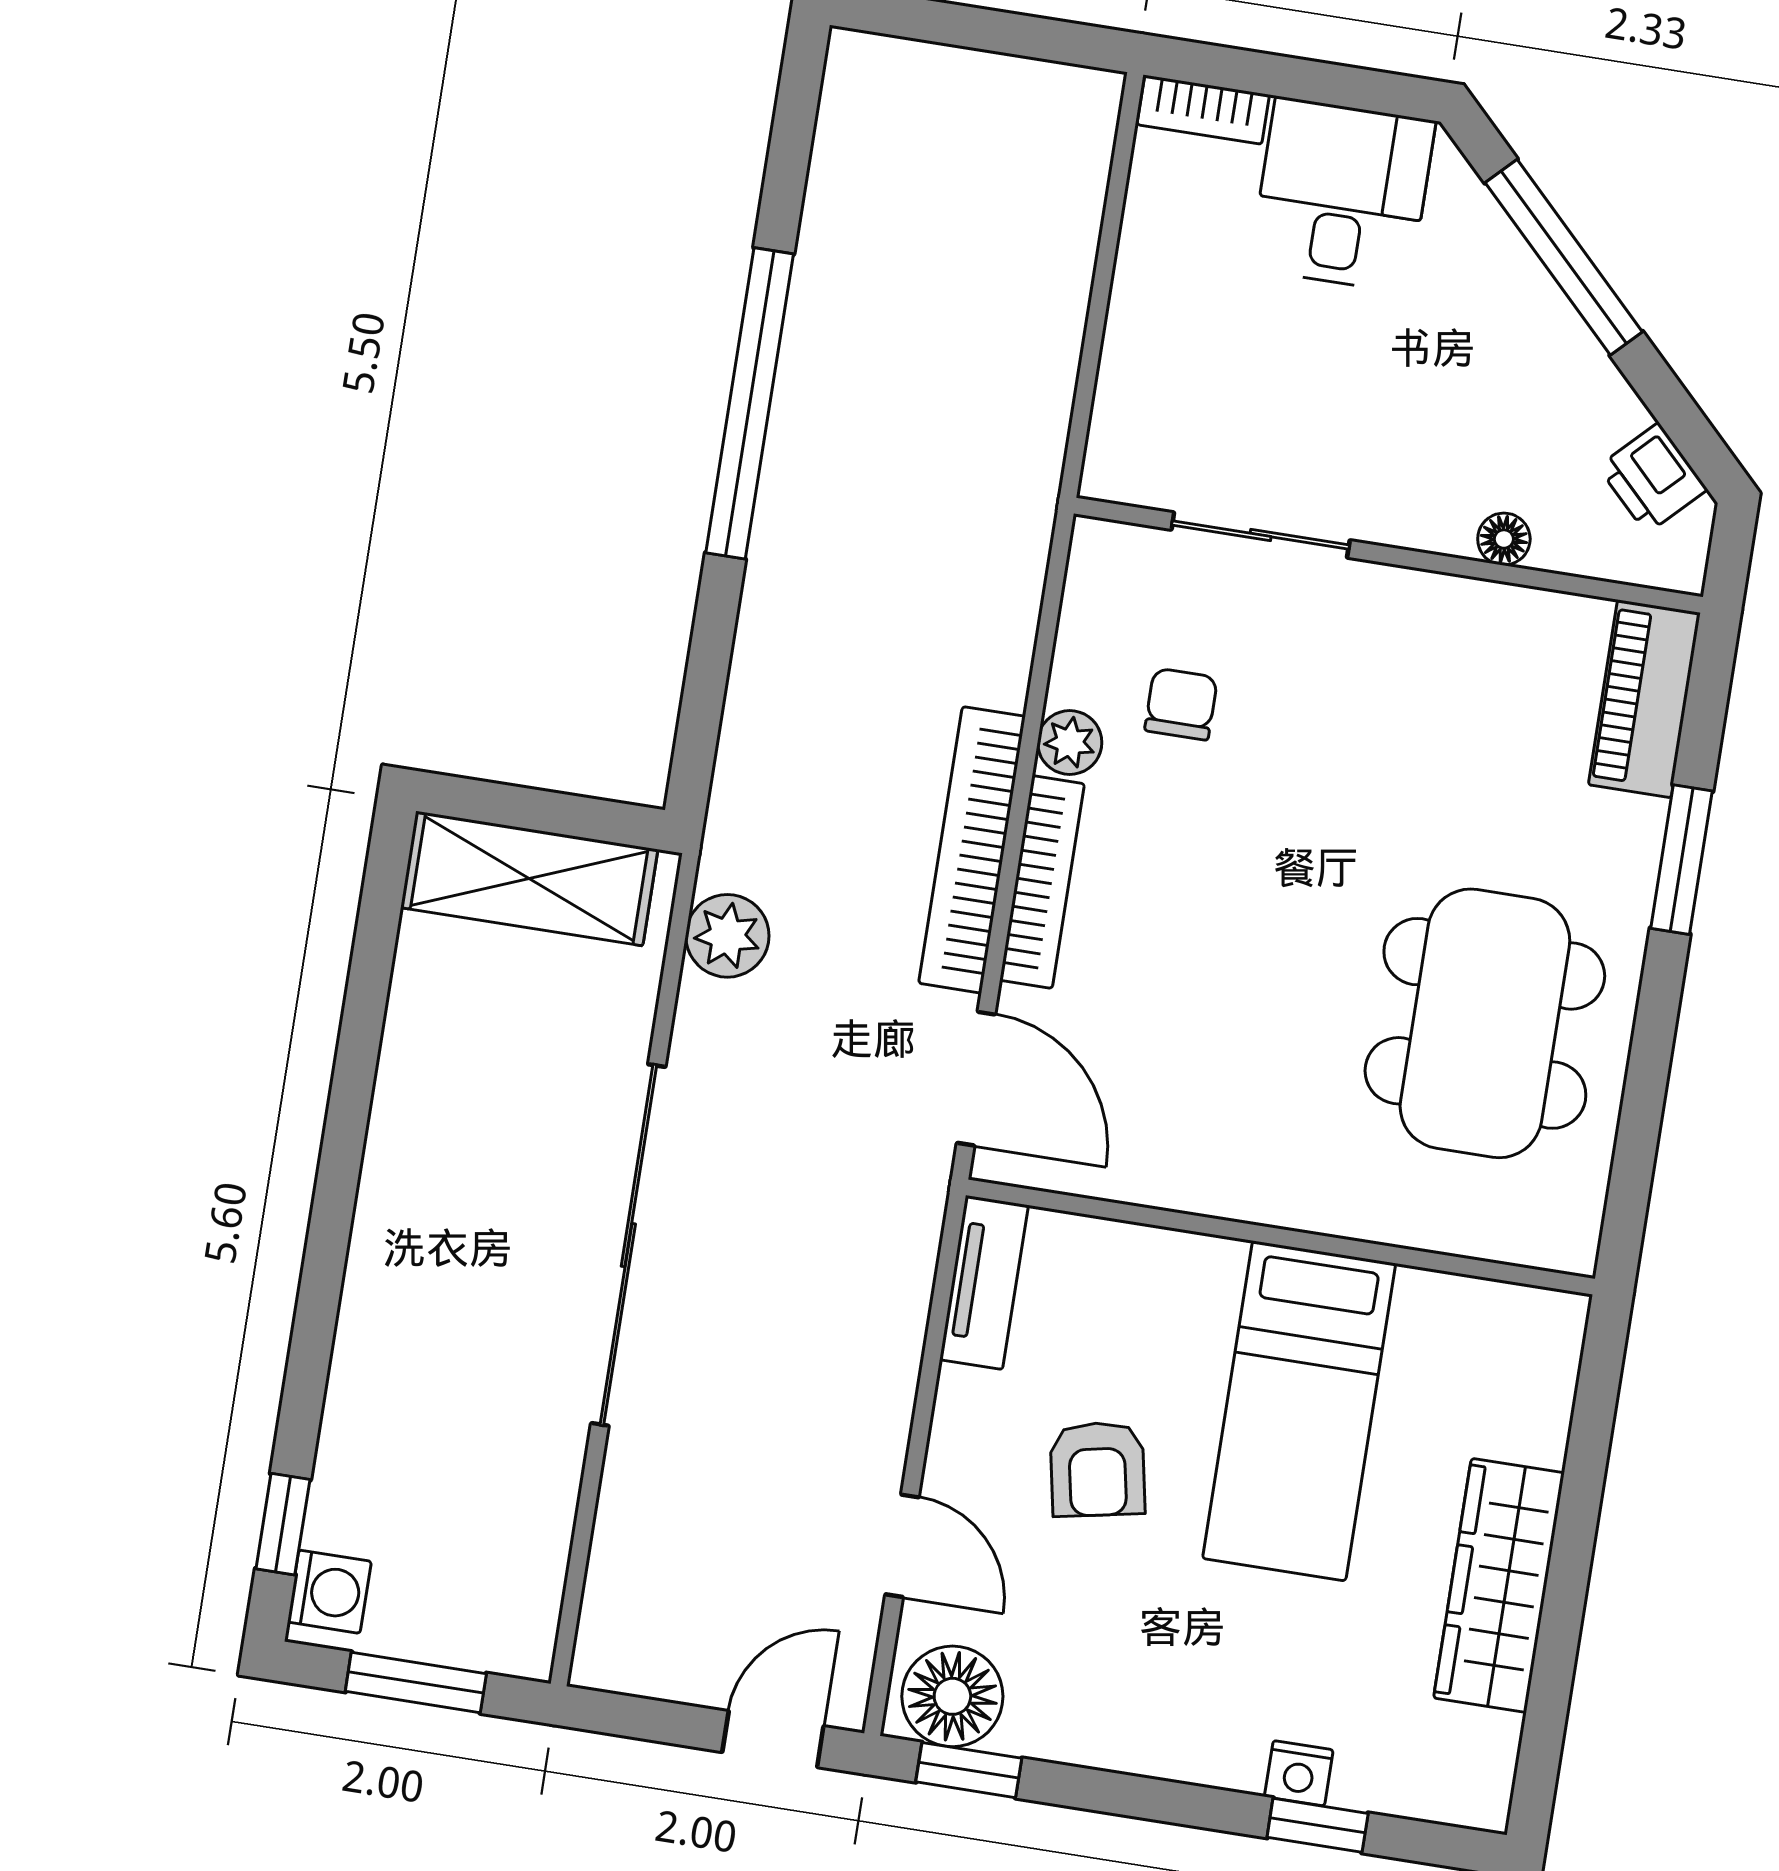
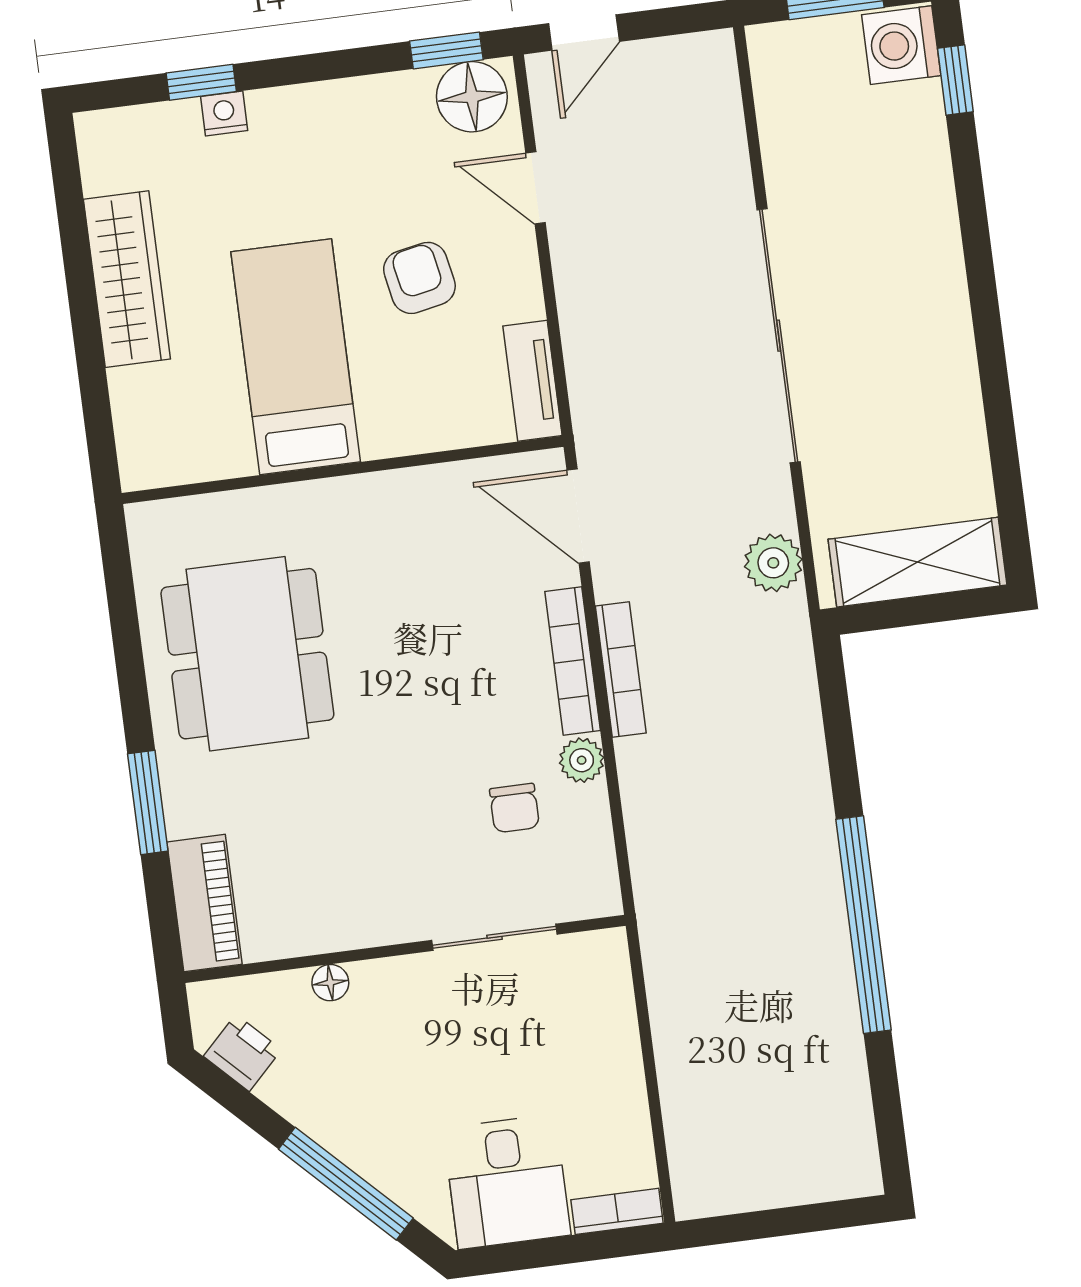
bookcase: (972, 850) -> (621, 670), width x0.68, depth x0.76
washing machine: (329, 1592) -> (901, 45), width x1.38, depth x1.38

